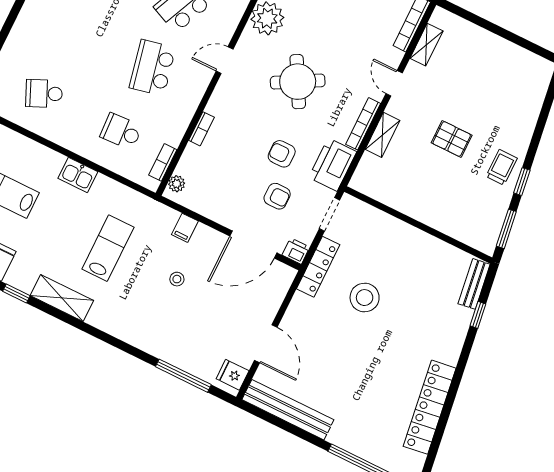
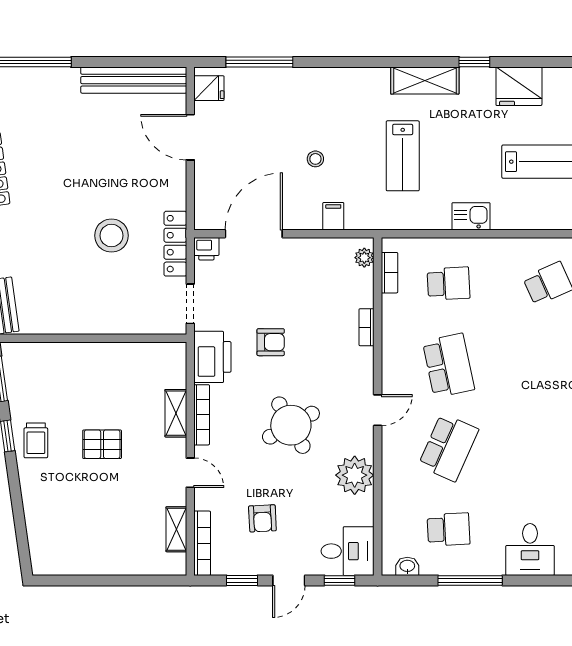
armchair: (277, 196) -> (262, 518), moved, turned -93

